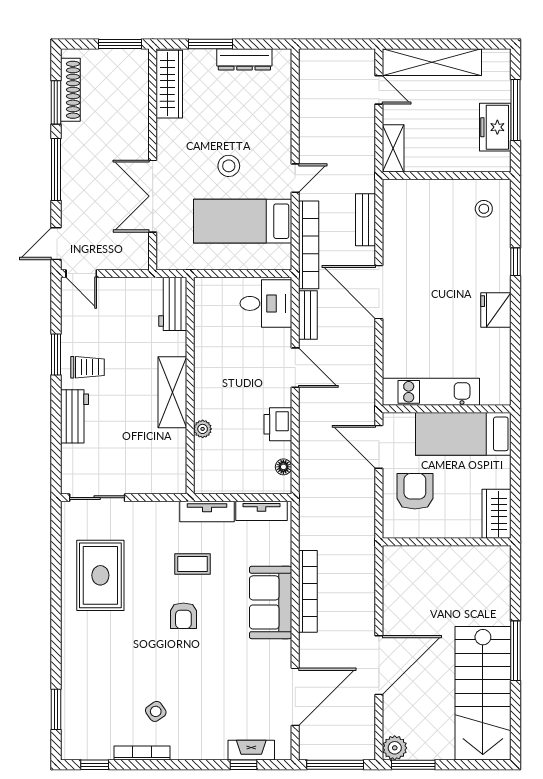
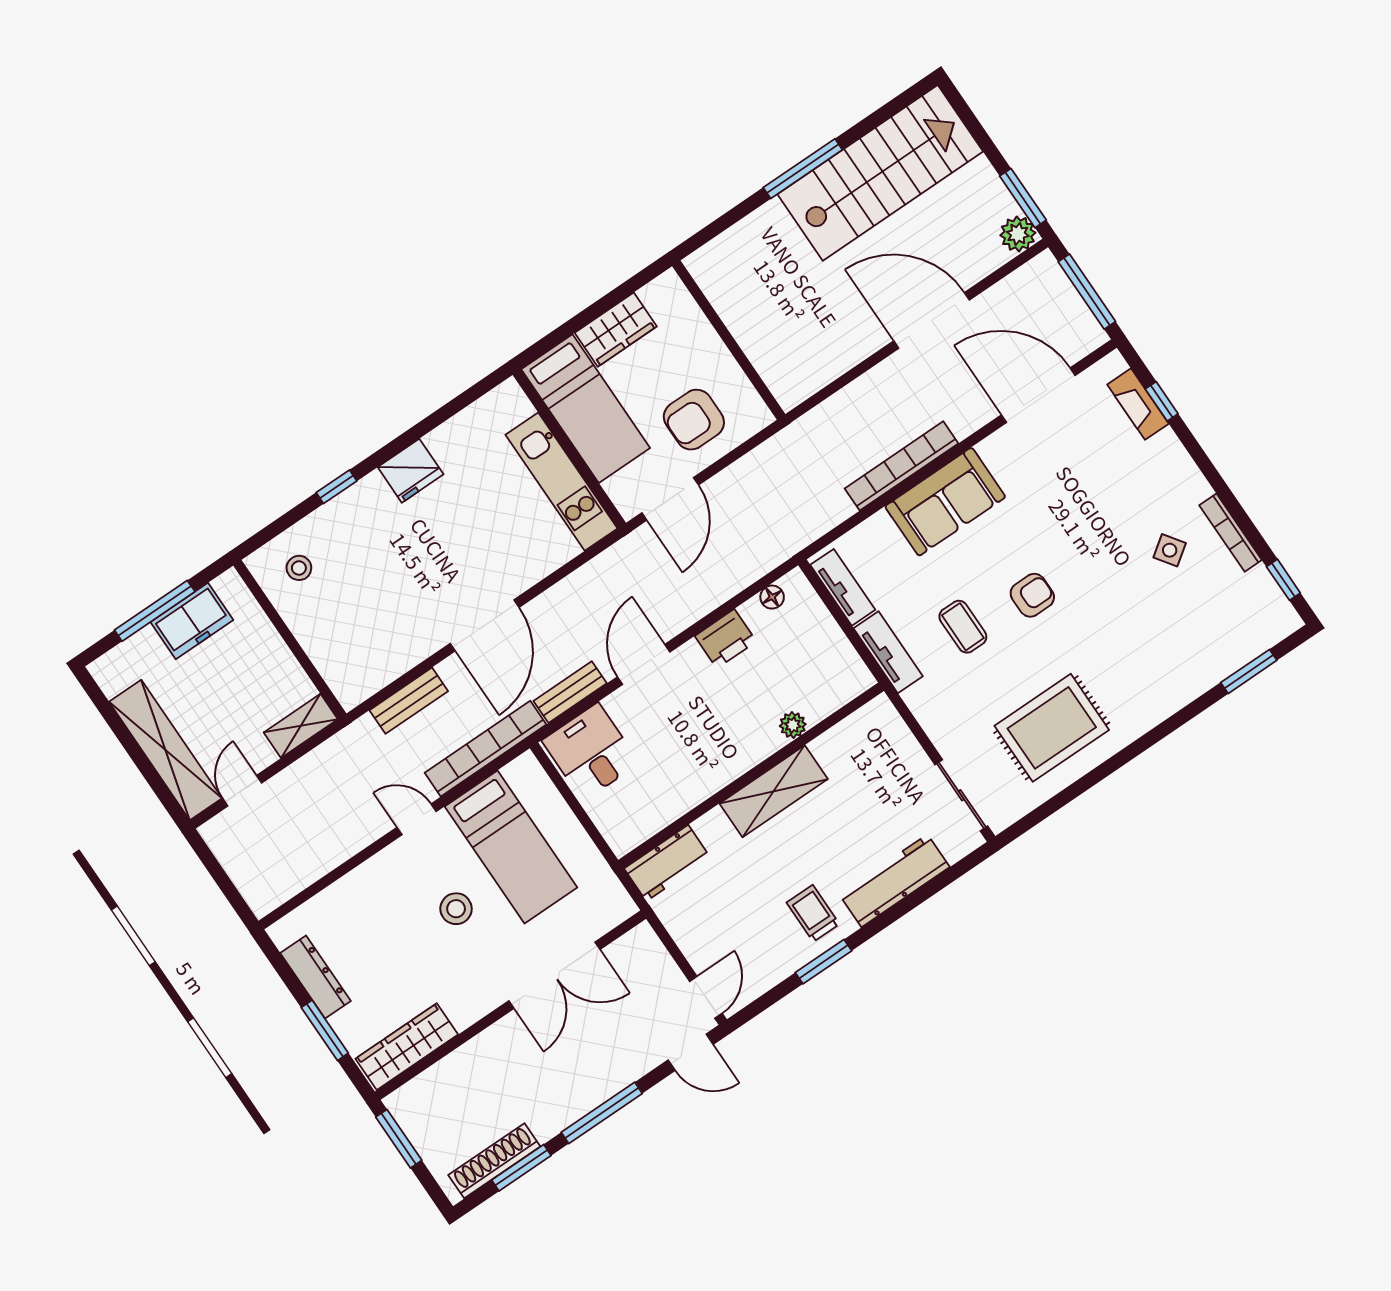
workbench: (74, 416) -> (894, 881), width x1.38
wardrobe: (497, 514) -> (616, 330), moved

